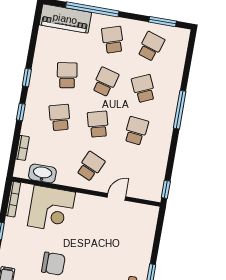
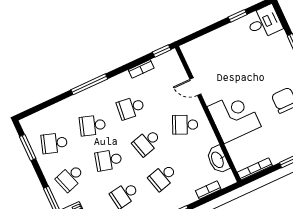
school desk: (144, 89) -> (93, 125), turned 42
bookcase: (163, 162) -> (141, 69), added
corner desk: (51, 209) -> (234, 117), moved

